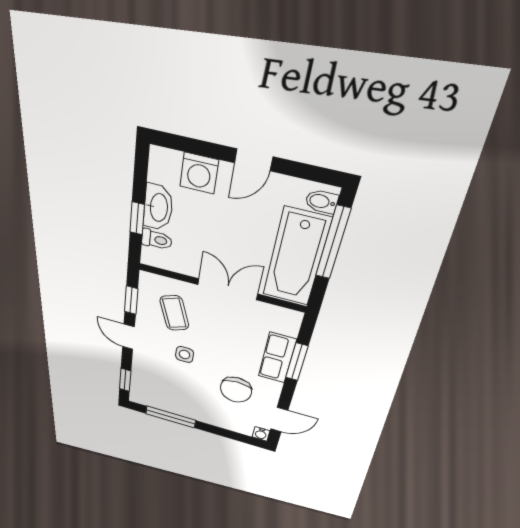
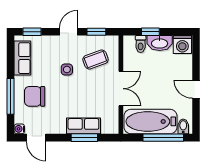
washing machine: (199, 173) -> (182, 44), moved, turned -90
chair: (236, 390) -> (35, 96), moved
row of seats: (161, 401) -> (22, 58), added
window: (171, 417) -> (11, 96), moved

